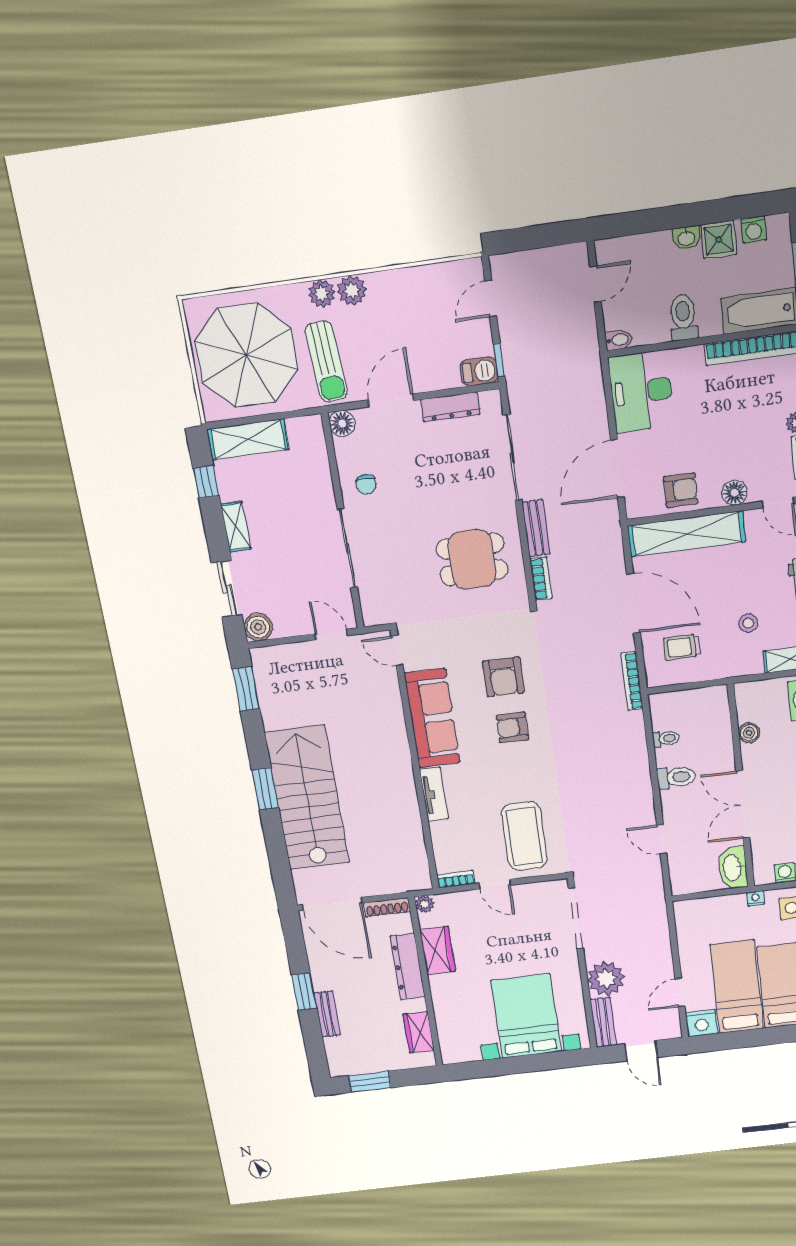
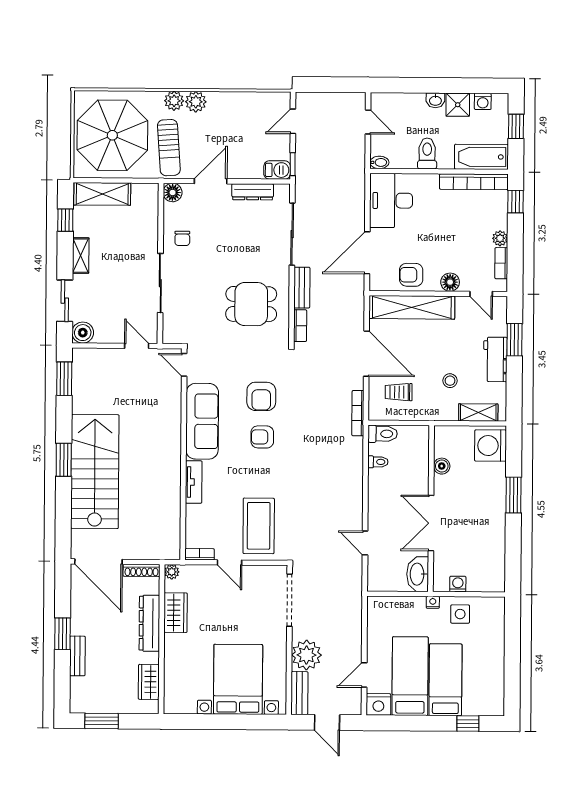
door: (595, 284) -> (368, 122), hinge flipped
armchair: (681, 490) -> (411, 275), turned 180
toilet: (676, 777) -> (383, 434), moved

